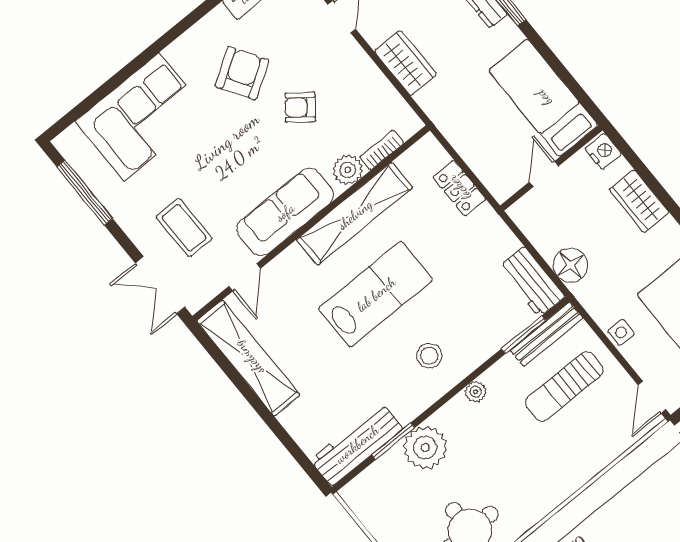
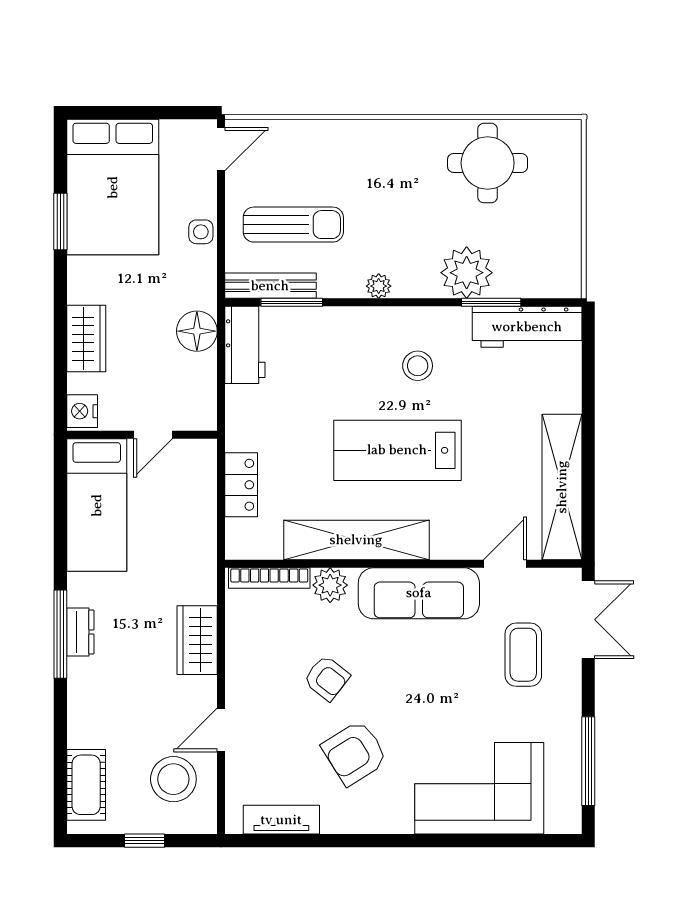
bookcase: (382, 150) -> (269, 578), width x1.56
stool: (429, 356) -> (418, 366), moved

